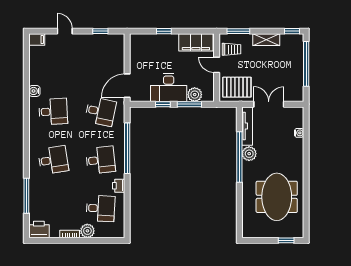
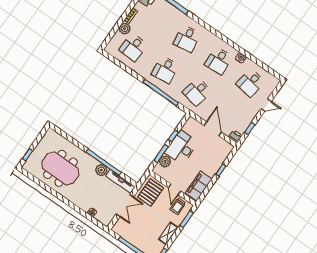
filing cabinet: (37, 40) -> (273, 83), removed
desk: (53, 63) -> (250, 83), added
door: (217, 65) -> (174, 189), swing flipped
door: (127, 86) -> (213, 129), moved
printer: (119, 186) -> (235, 136), moved

